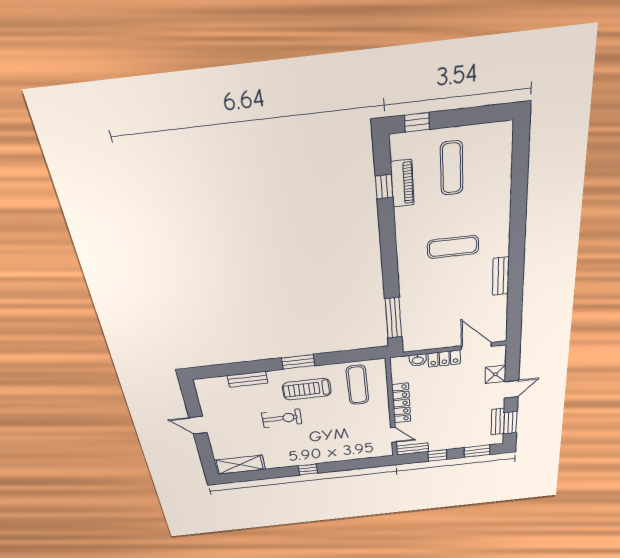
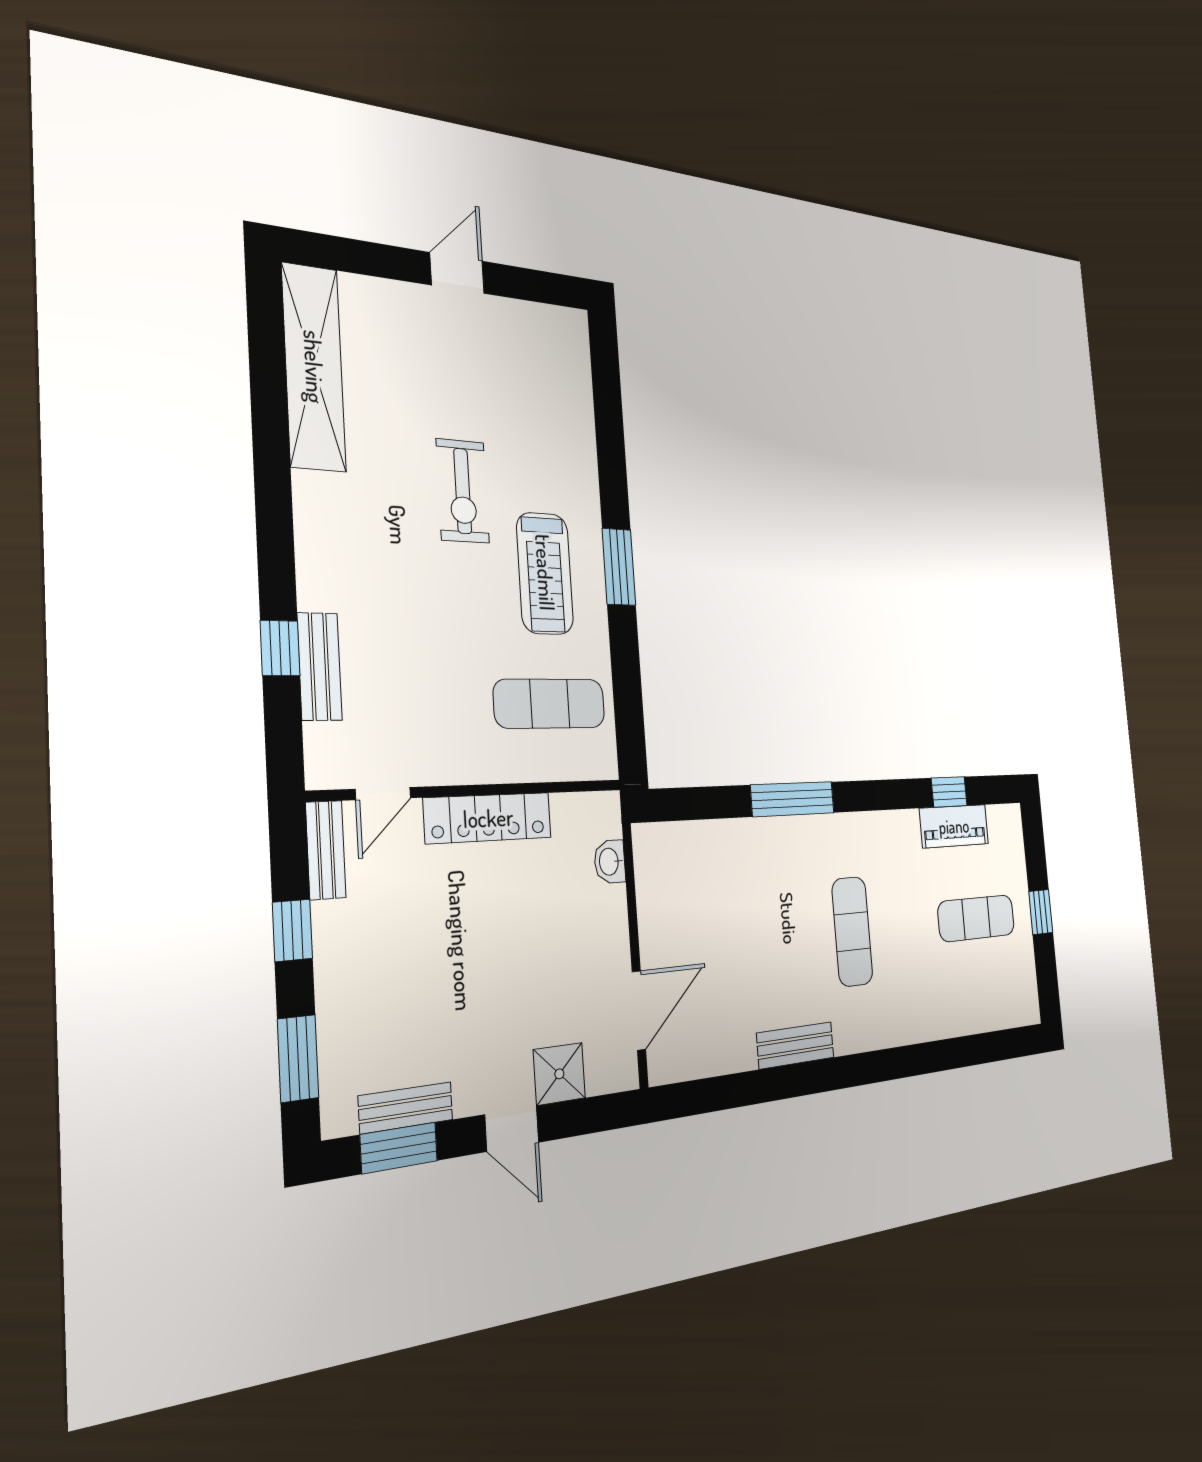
window: (417, 122) -> (1041, 912), moved
window: (393, 318) -> (793, 799), moved
locker: (444, 359) -> (610, 930), removed
bench: (248, 379) -> (320, 667), moved
treadmill: (307, 389) -> (545, 573), turned 180
shelving: (240, 465) -> (314, 367), width x1.47
window: (308, 469) -> (280, 648), moved

